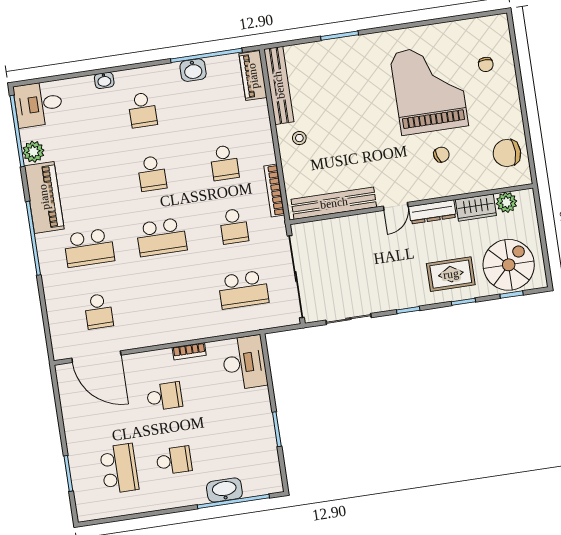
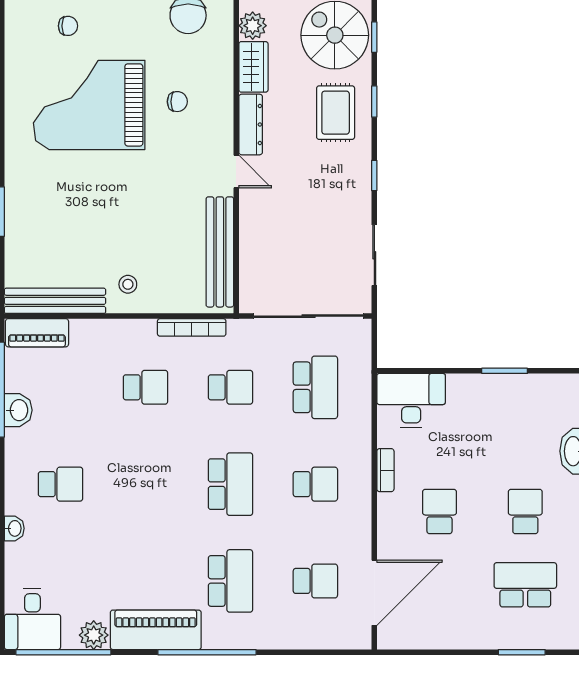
chair: (441, 155) -> (177, 102), turned 108
school desk: (152, 174) -> (315, 484), moved

